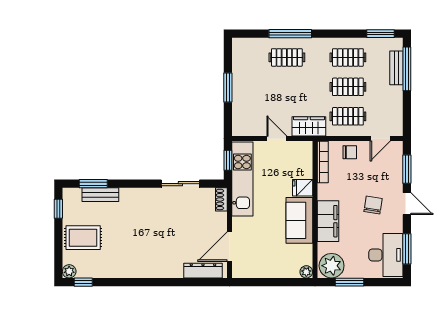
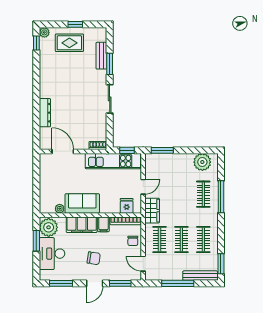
plant: (244, 59) -> (202, 162), added
bench: (396, 68) -> (200, 276), width x1.36
window: (407, 69) -> (178, 283), moved
window: (228, 88) -> (162, 150), moved
window: (93, 184) -> (110, 64), moved
sliding door: (180, 184) -> (110, 99), moved
fridge: (303, 188) -> (127, 206), moved
filing cabinet: (327, 192) -> (104, 224), added
window: (58, 209) -> (75, 24), moved
rug: (83, 238) -> (69, 43), turned 90
desk: (386, 255) -> (52, 254), moved, turned 90
dresser: (203, 271) -> (45, 113), moved
plant: (306, 272) -> (60, 209), moved

